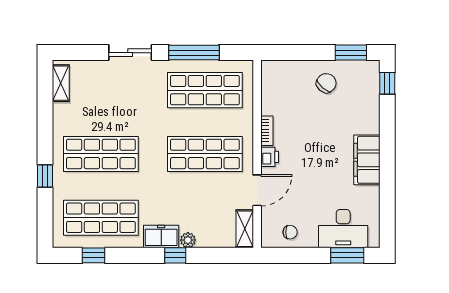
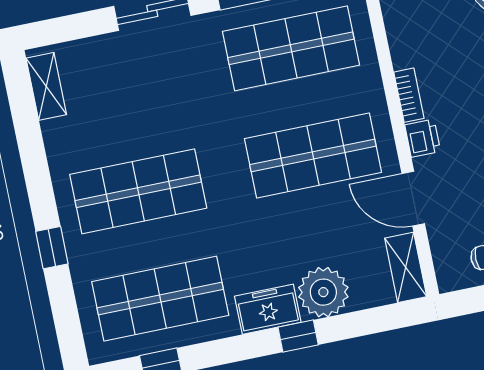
door: (257, 190) -> (413, 199), swing flipped
plant: (188, 240) -> (323, 292), width x1.87, depth x1.87

